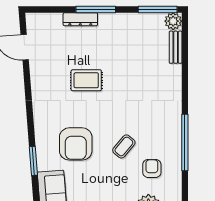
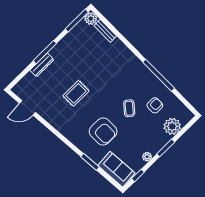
armchair: (152, 168) -> (155, 105), turned 90

